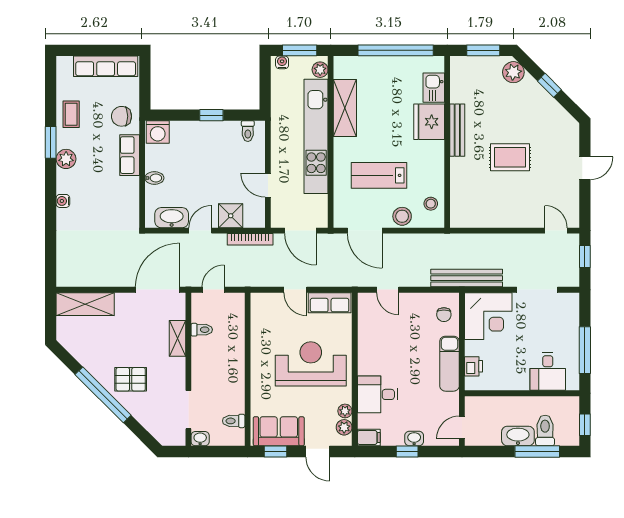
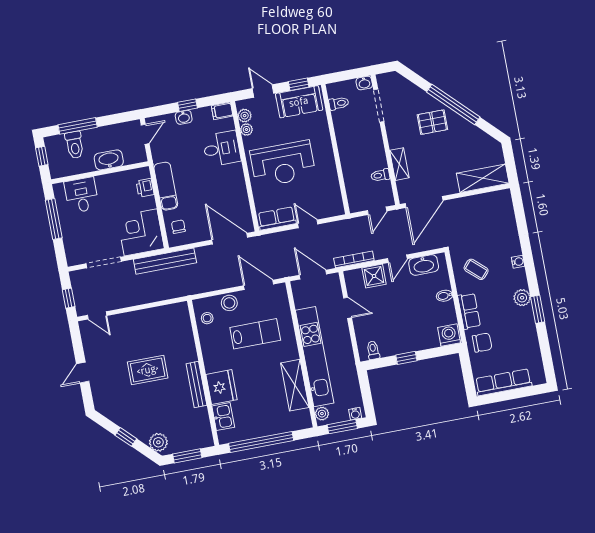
coffee table: (71, 114) -> (476, 269), moved, turned -48
door: (388, 290) -> (230, 239), width x1.87
washbasin: (518, 436) -> (109, 160), moved, turned 180

